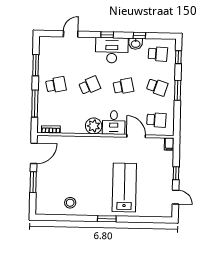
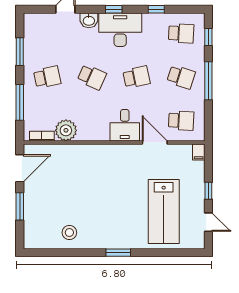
washbasin: (136, 44) -> (89, 20), moved
school desk: (90, 86) -> (92, 77), turned 48
window: (178, 90) -> (208, 81), width x1.44
plant: (94, 126) -> (66, 130), moved
lab bench: (124, 188) -> (164, 212), moved, turned 180

